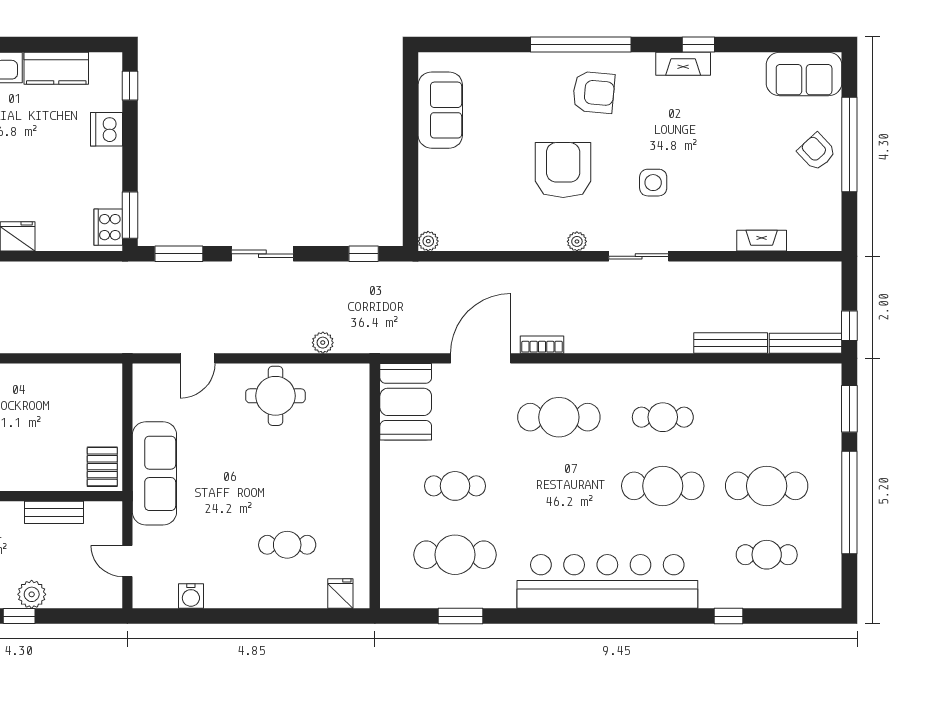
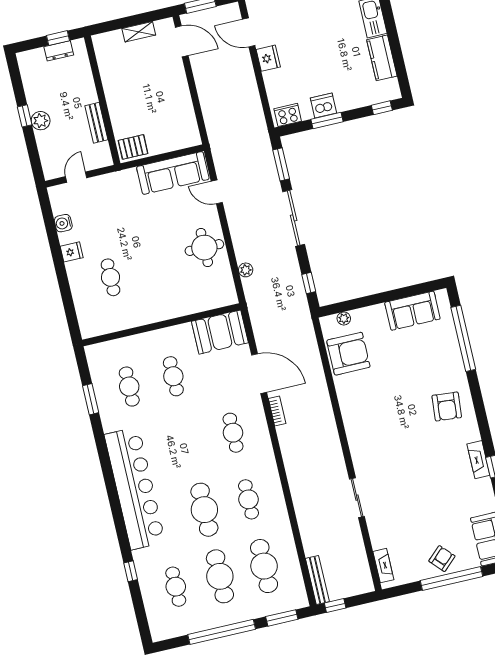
window: (581, 45) -> (463, 338), moved
dishwasher: (106, 129) -> (323, 105), moved
armchair: (563, 170) -> (348, 354), moved
side table: (653, 183) -> (398, 458), removed
window: (130, 215) -> (327, 120), moved
plant: (428, 241) -> (344, 318), moved
plant: (577, 241) -> (349, 418), removed
fireplace: (762, 241) -> (383, 566), moved
sliding door: (262, 254) -> (294, 218), width x1.37
sliding door: (639, 256) -> (357, 498), moved
bench: (731, 343) -> (306, 532), removed
cafe table: (559, 417) -> (233, 433), width x0.73, depth x0.74
cafe table: (767, 417) -> (264, 566), added
sofa: (154, 473) -> (173, 173), moved
cafe table: (455, 555) -> (129, 387), width x0.73, depth x0.74
fridge: (340, 593) -> (72, 252), moved

